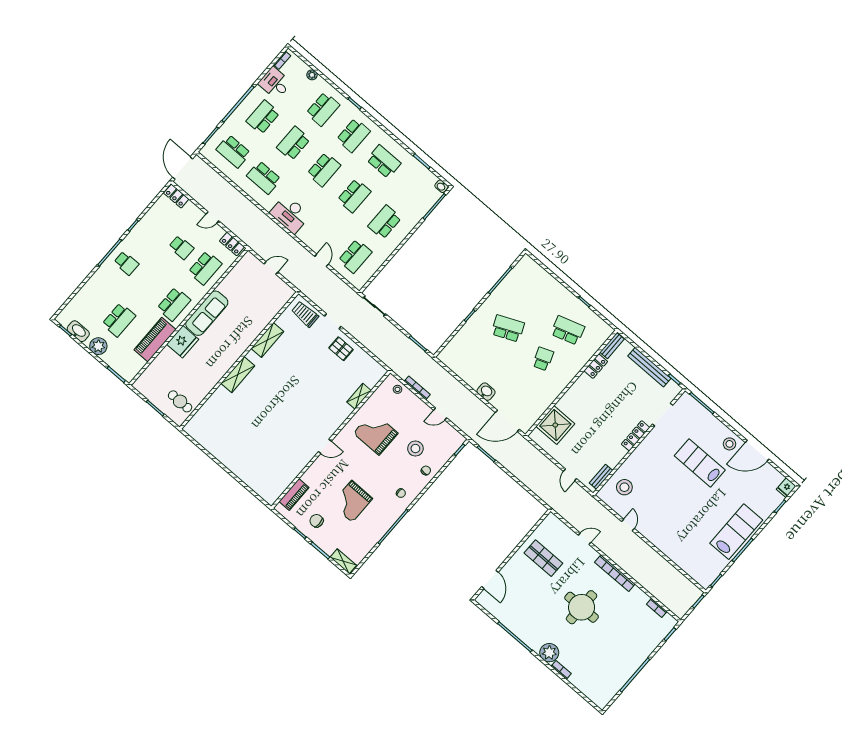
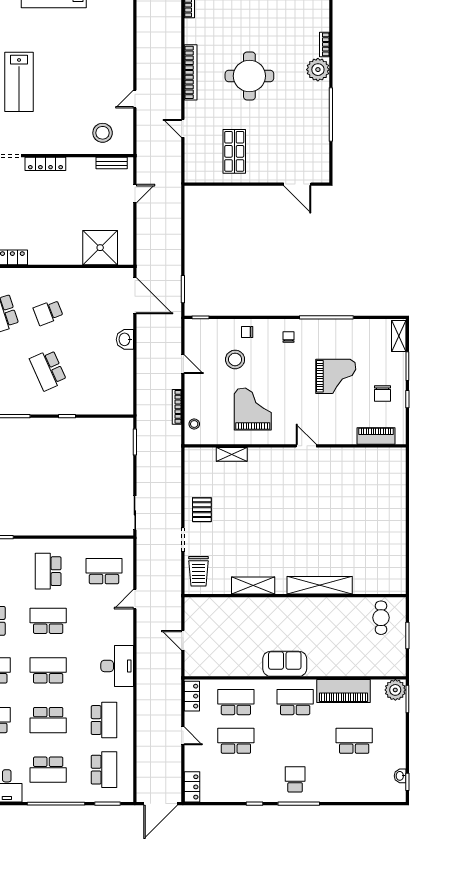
school desk: (385, 222) -> (48, 571), turned 90
school desk: (181, 247) -> (236, 741), width x1.85
sofa: (207, 313) -> (285, 664), width x0.73
washbasin: (78, 331) -> (400, 776), width x0.52, depth x0.69
fridge: (183, 342) -> (323, 663), removed
plant: (98, 346) -> (395, 690), moved
shelving: (238, 375) -> (320, 585), width x1.47
grand piano: (376, 433) -> (253, 409), turned 180
door: (490, 579) -> (297, 184), swing flipped

